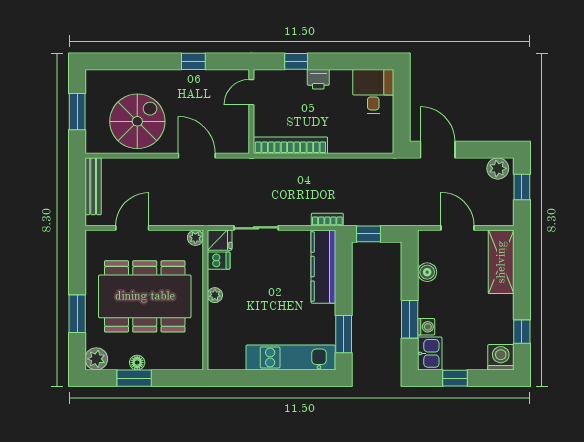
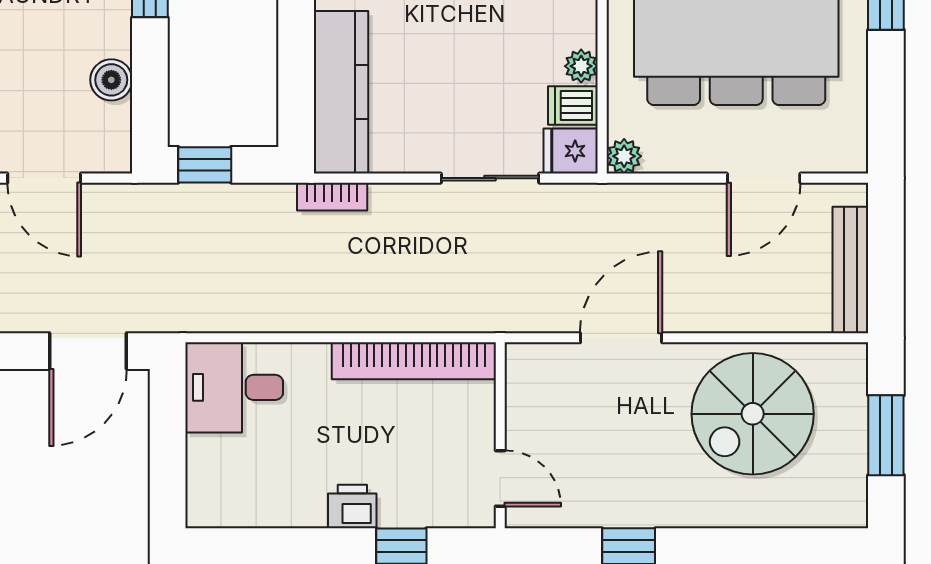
desk: (373, 91) -> (234, 387), moved, turned 90
door: (251, 92) -> (500, 478), hinge flipped
door: (438, 150) -> (88, 351), hinge flipped
door: (197, 156) -> (621, 338), swing flipped
window: (368, 234) -> (205, 165), moved
plant: (215, 295) -> (581, 66), moved

